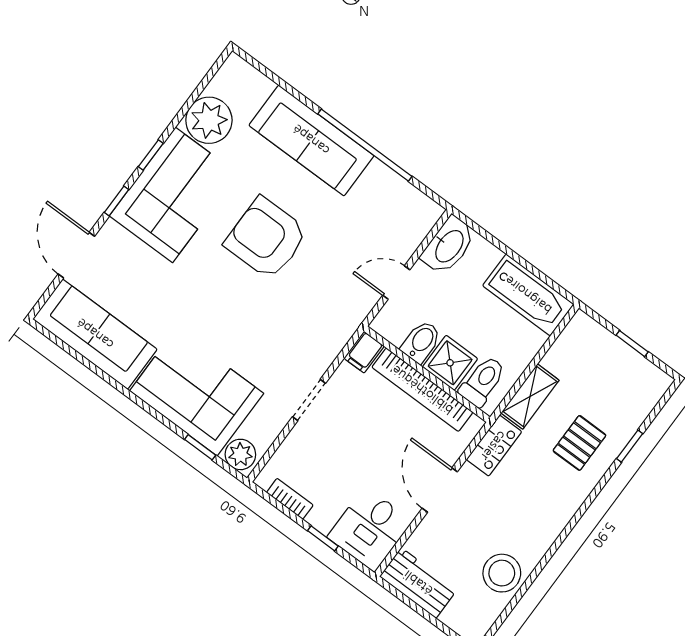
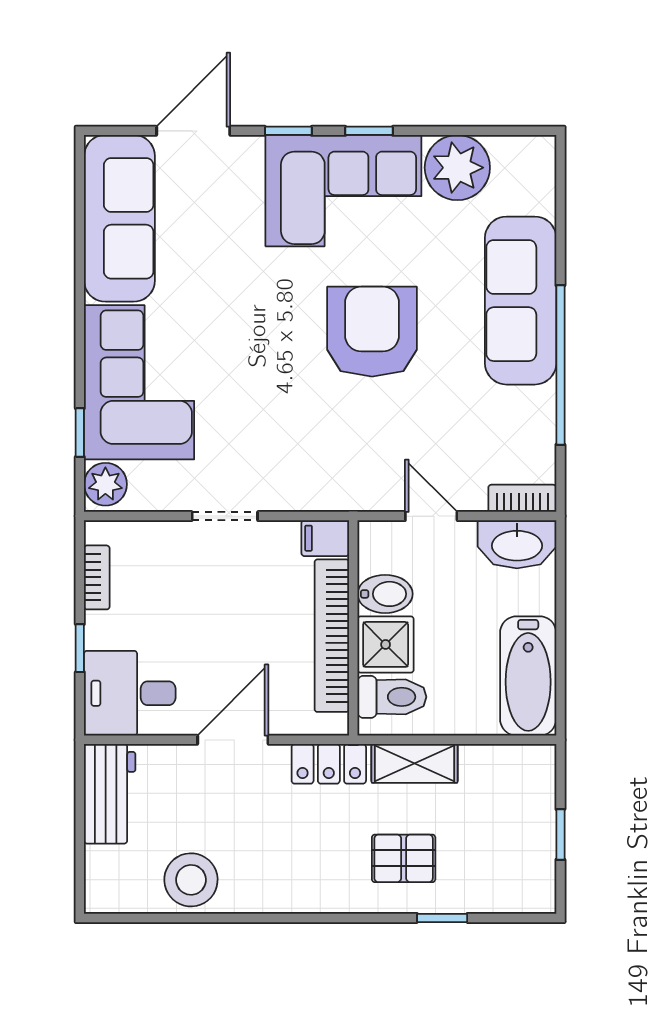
bookcase: (425, 223) -> (522, 498), added

